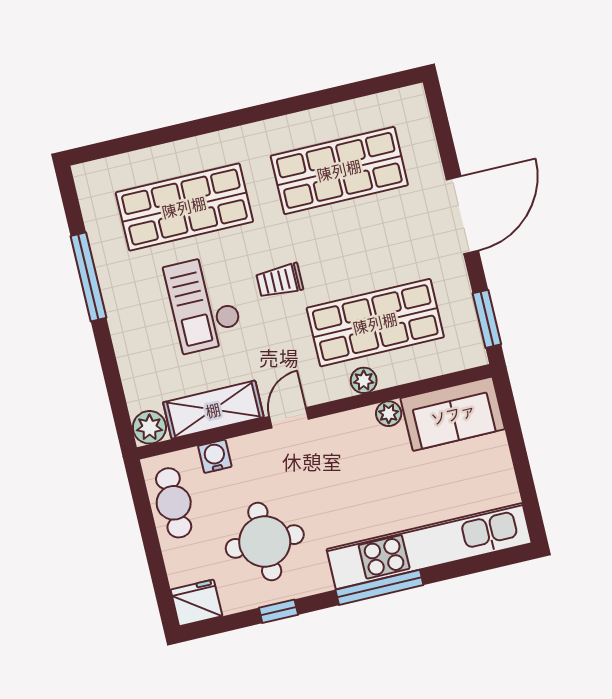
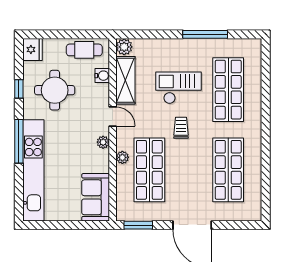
plant: (389, 414) -> (103, 142), moved

